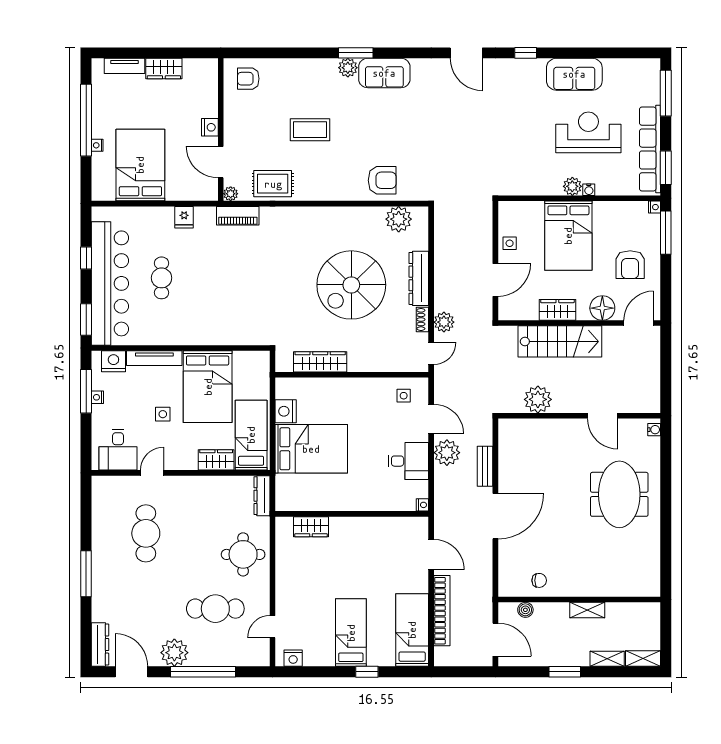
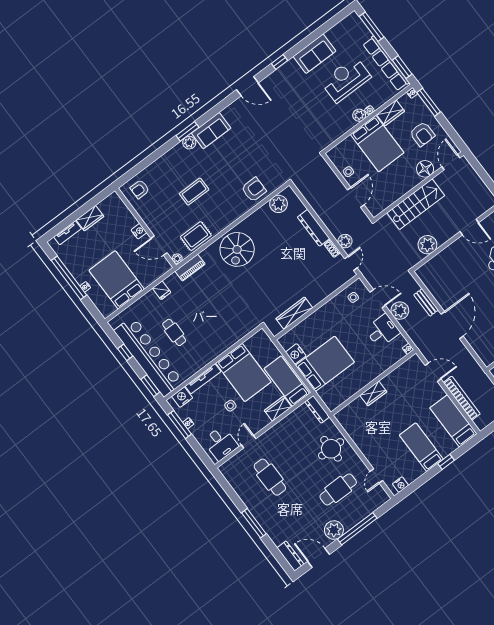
spiral stairs: (351, 285) -> (237, 249), moved, width x0.73, depth x0.73
wardrobe: (557, 310) -> (391, 113), moved, turned 180
wardrobe: (311, 527) -> (373, 394), moved

